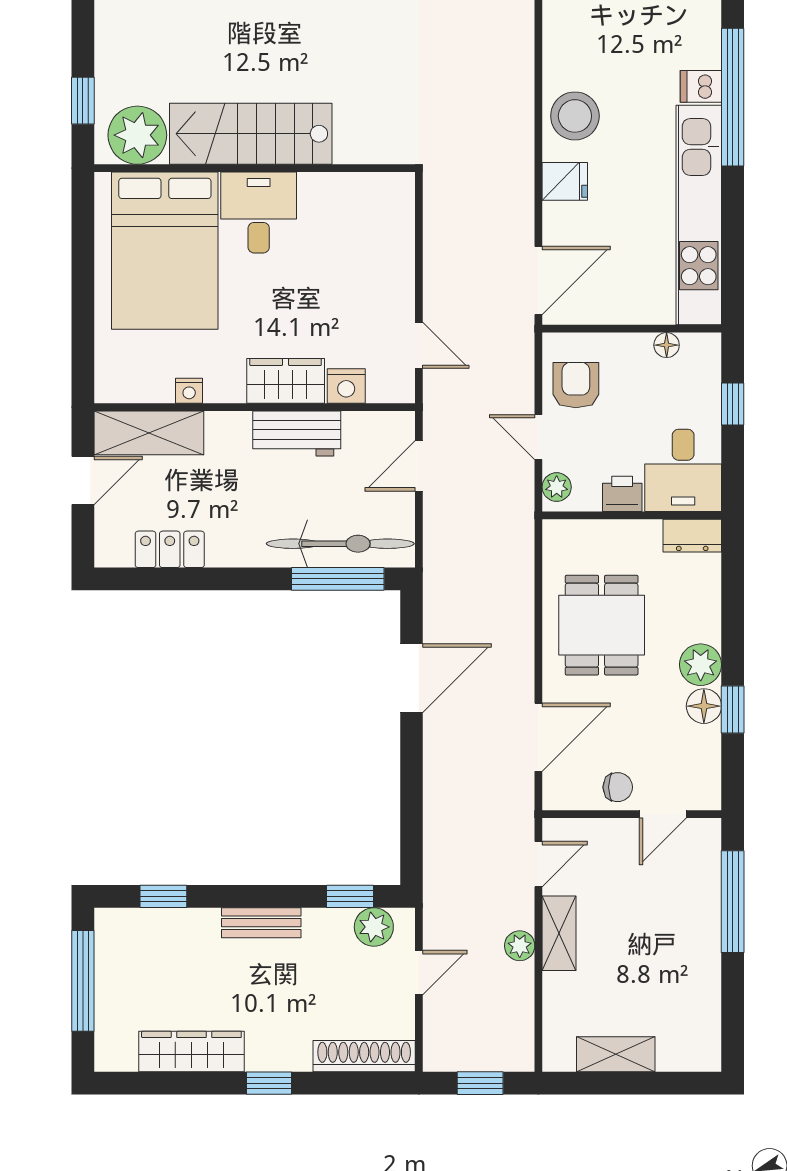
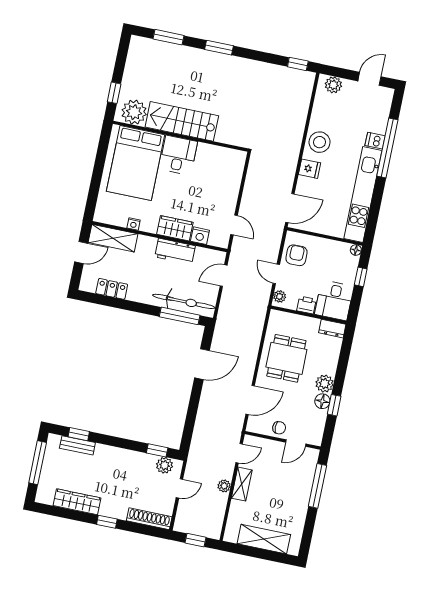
floor lamp: (667, 345) -> (356, 250), moved
bench: (261, 923) -> (77, 445), moved
shelving: (616, 1054) -> (264, 539), width x1.50, depth x1.33

